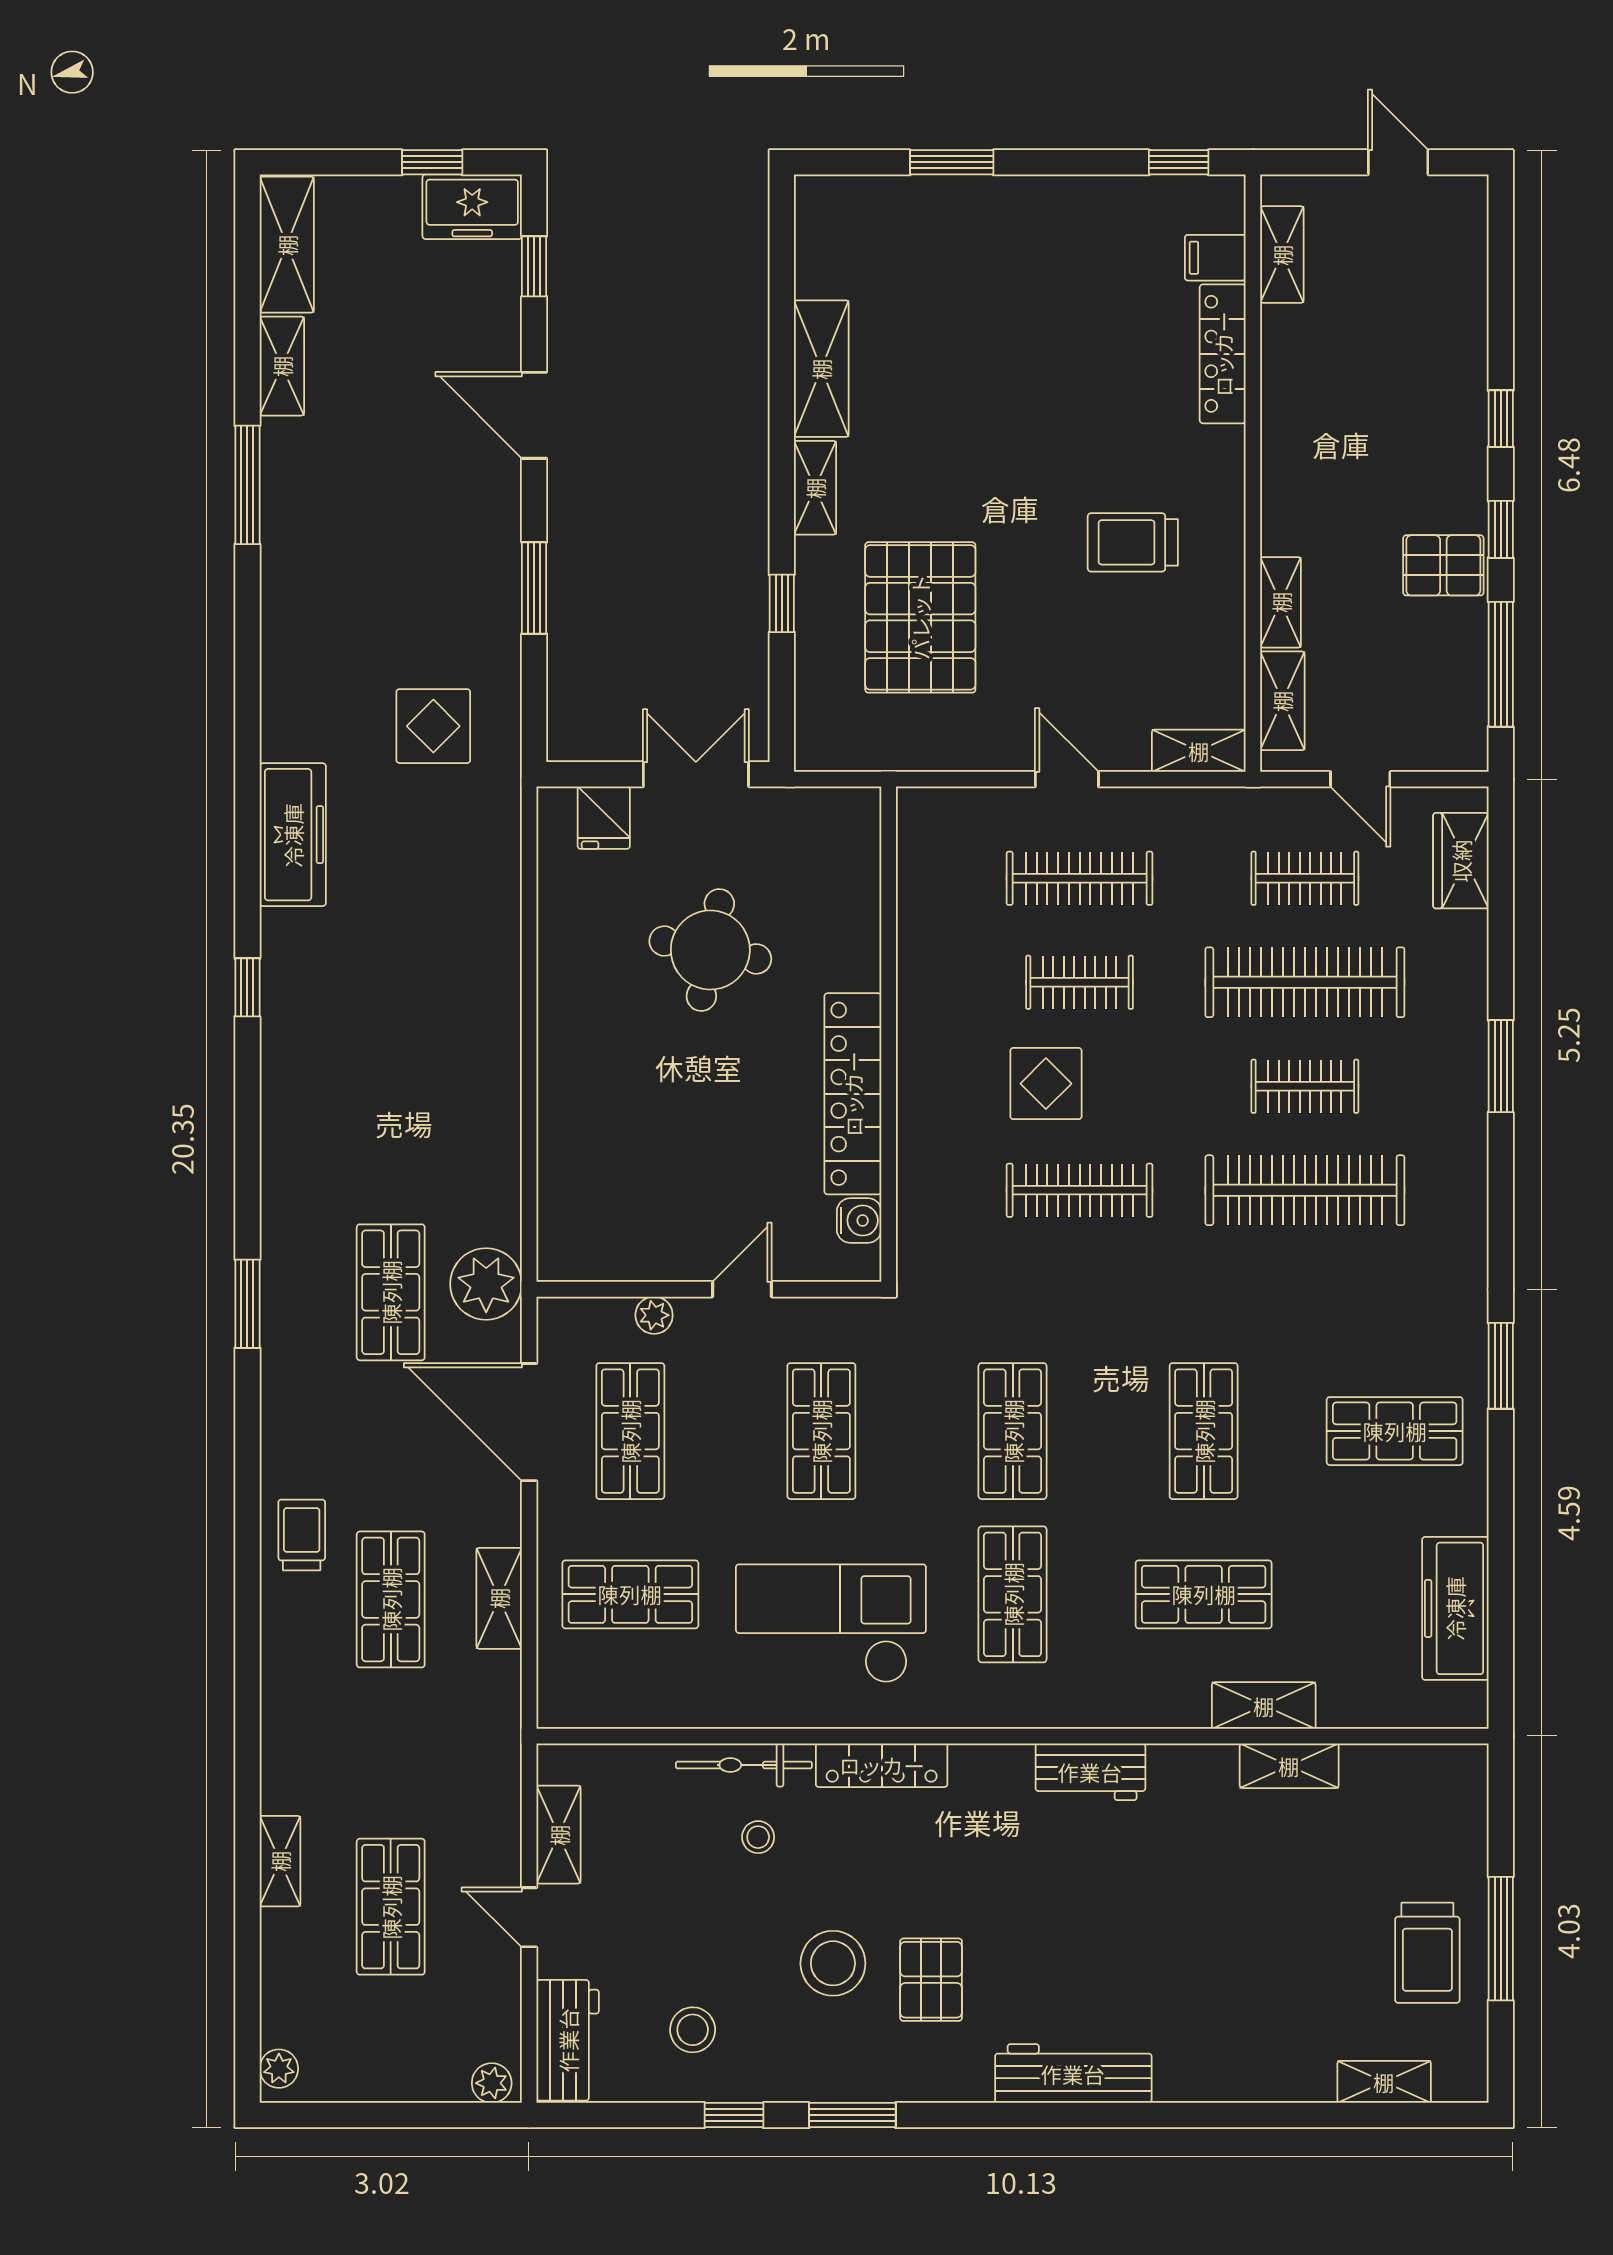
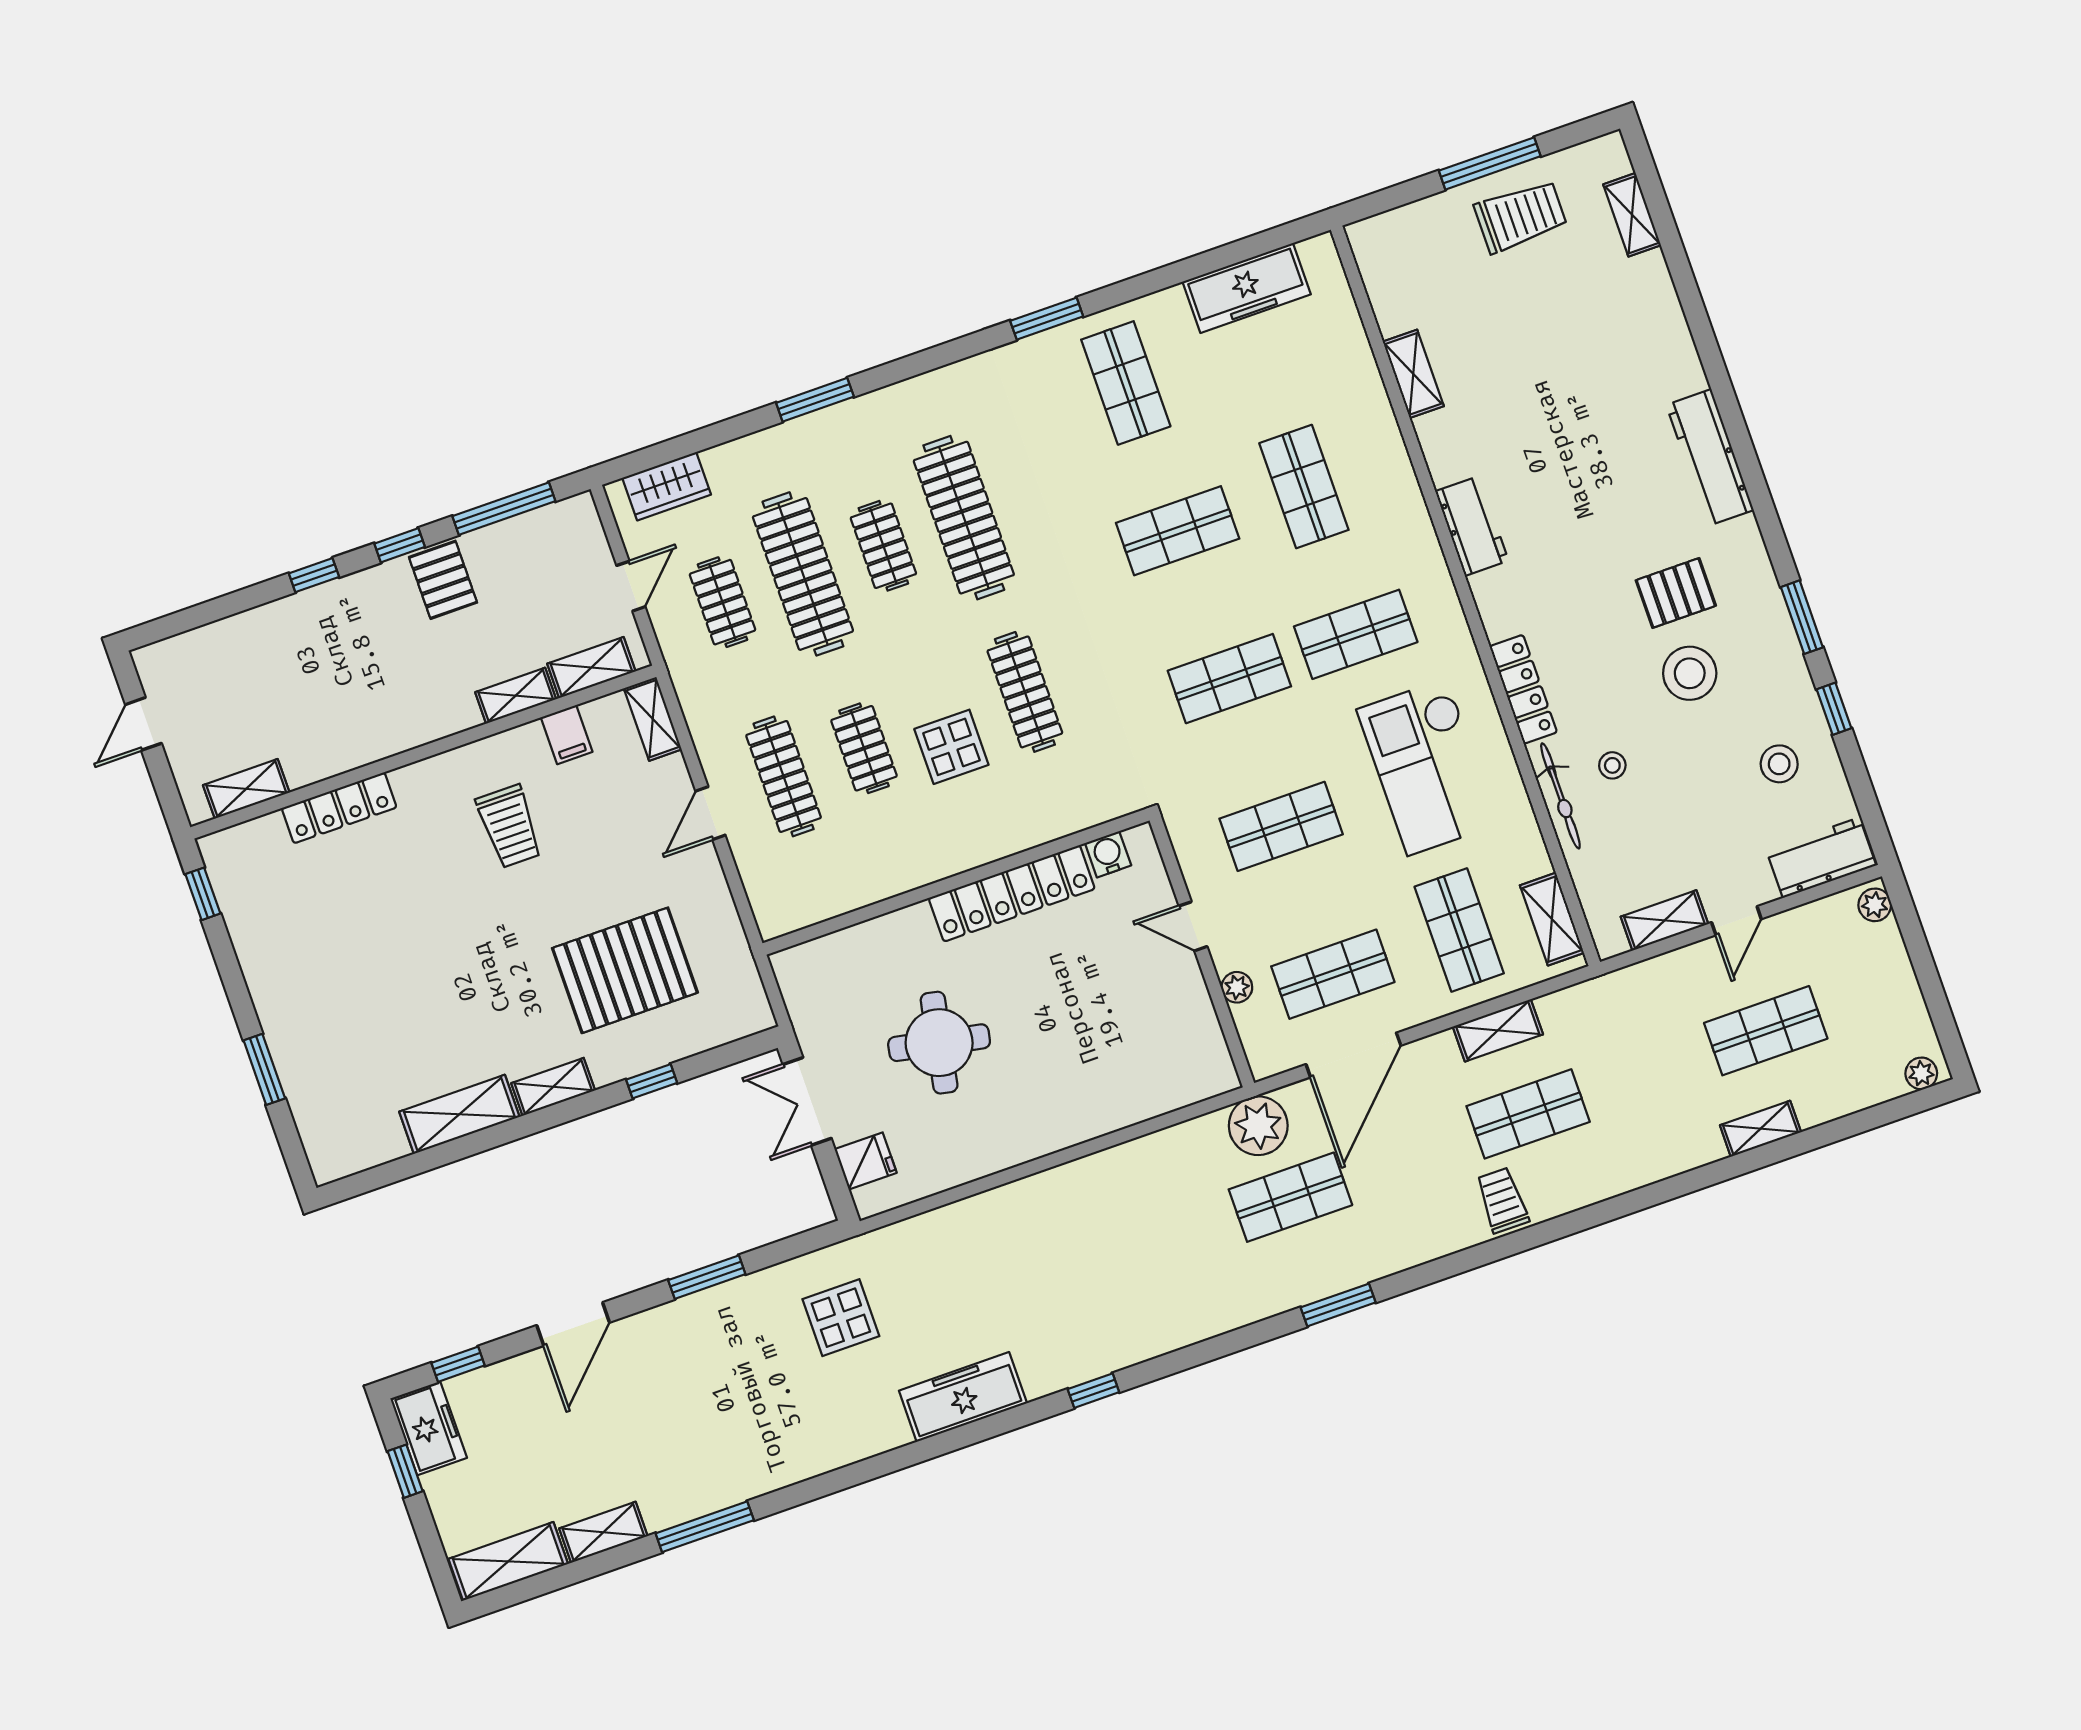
filing cabinet: (1215, 258) -> (567, 735), moved
trolley: (302, 1535) -> (1502, 1200), turned 90
shelving: (1264, 1706) -> (1552, 919), moved

